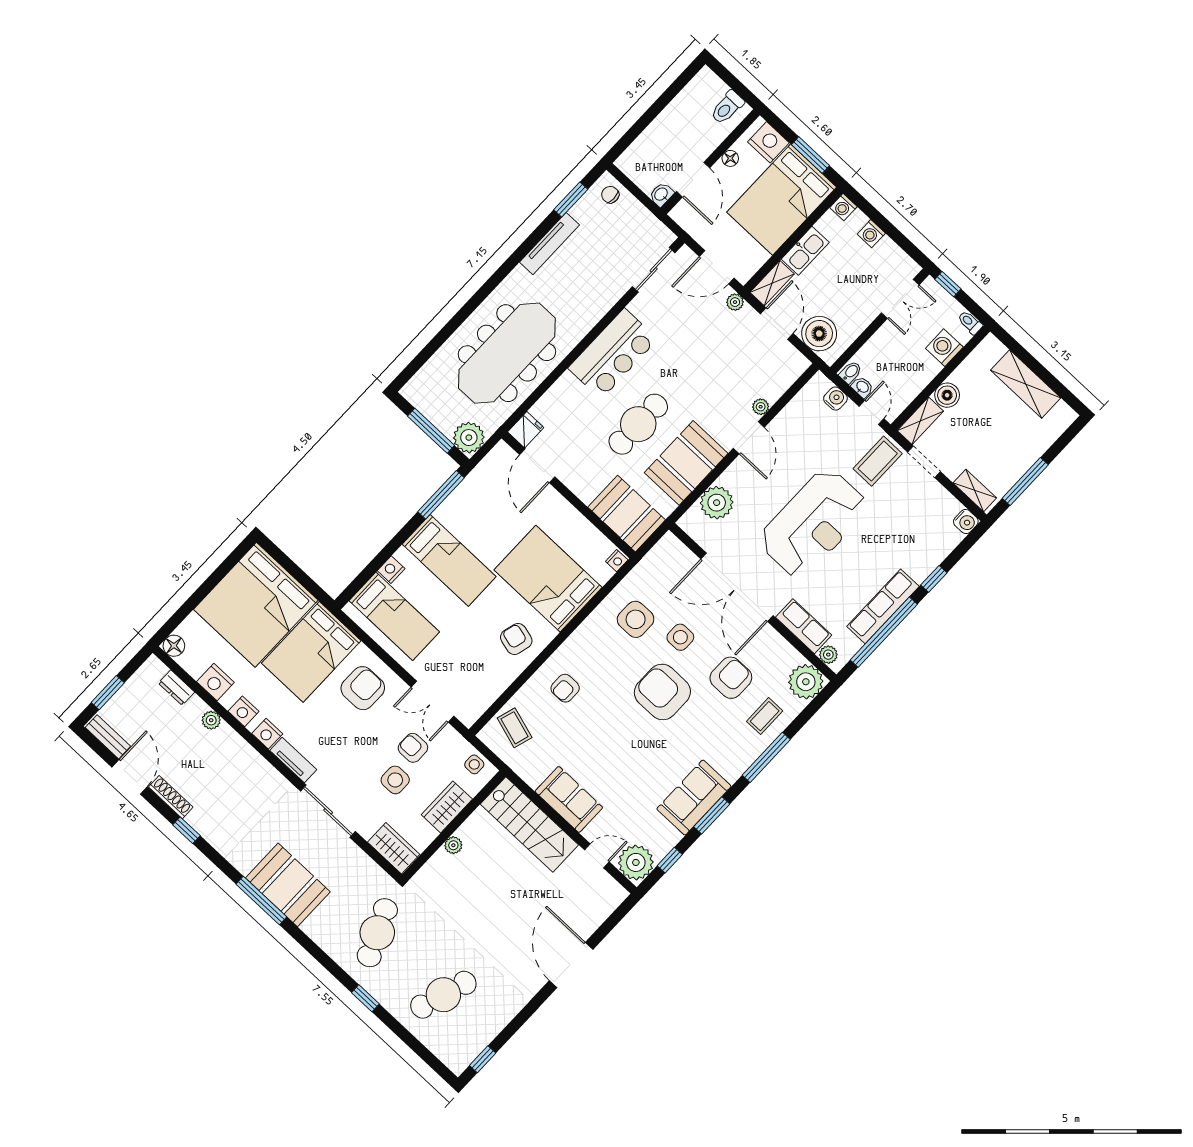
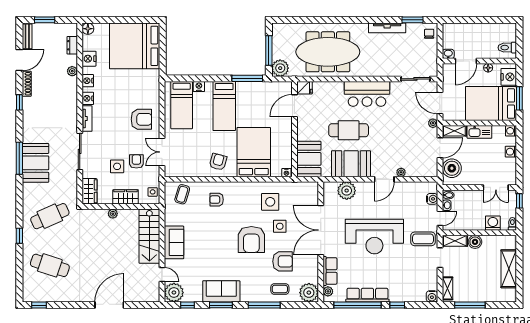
bed: (311, 652) -> (137, 85), removed
armchair: (662, 692) -> (251, 240), turned 180

